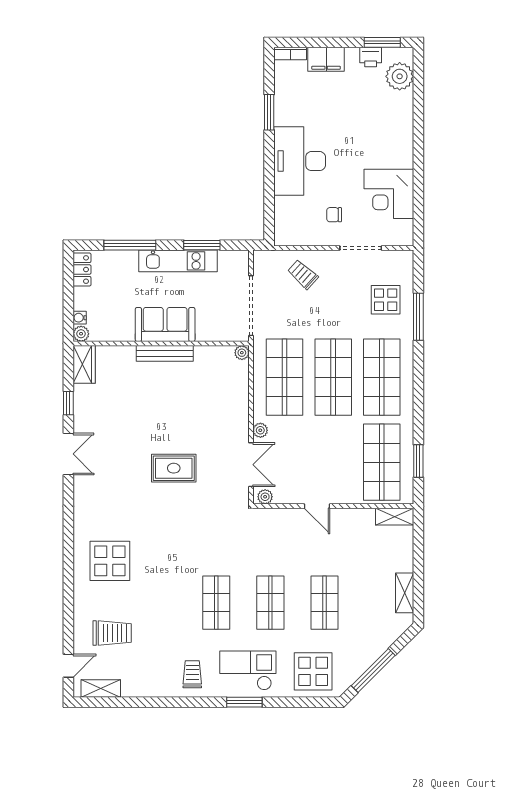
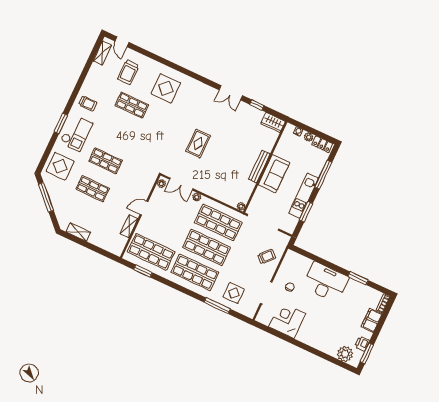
plant: (81, 334) -> (309, 137), moved
shelving: (395, 517) -> (129, 226), moved
shop shelf: (216, 603) -> (132, 105), moved

